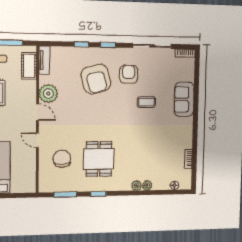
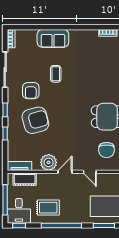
armchair: (129, 74) -> (31, 91), turned -90
door: (37, 140) -> (90, 172), hinge flipped
chair: (62, 159) -> (107, 150), turned -88

